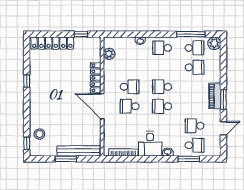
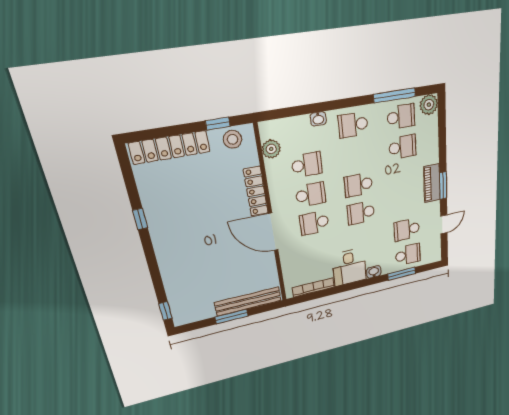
school desk: (130, 67) -> (307, 165), added
stool: (39, 134) -> (233, 139), moved

